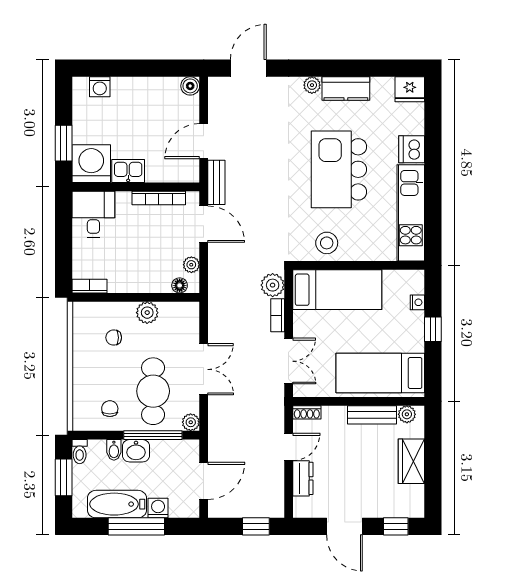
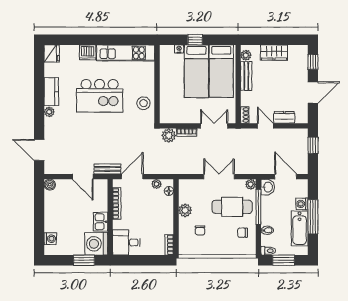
bed: (337, 290) -> (196, 71), moved, turned 180
washbasin: (136, 451) -> (268, 187), moved

